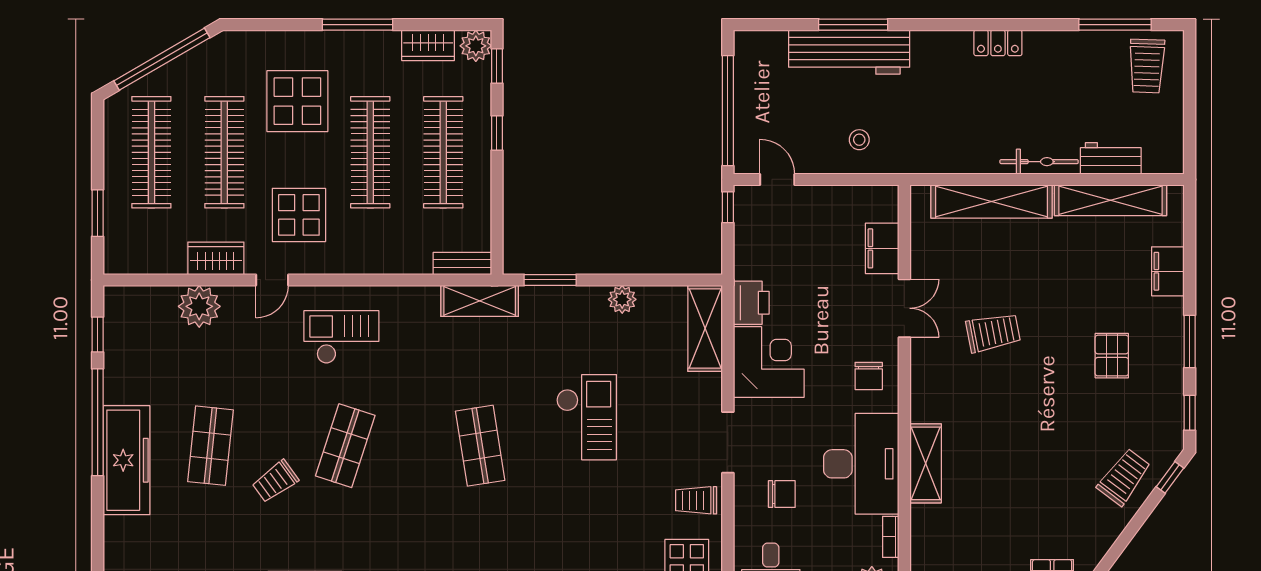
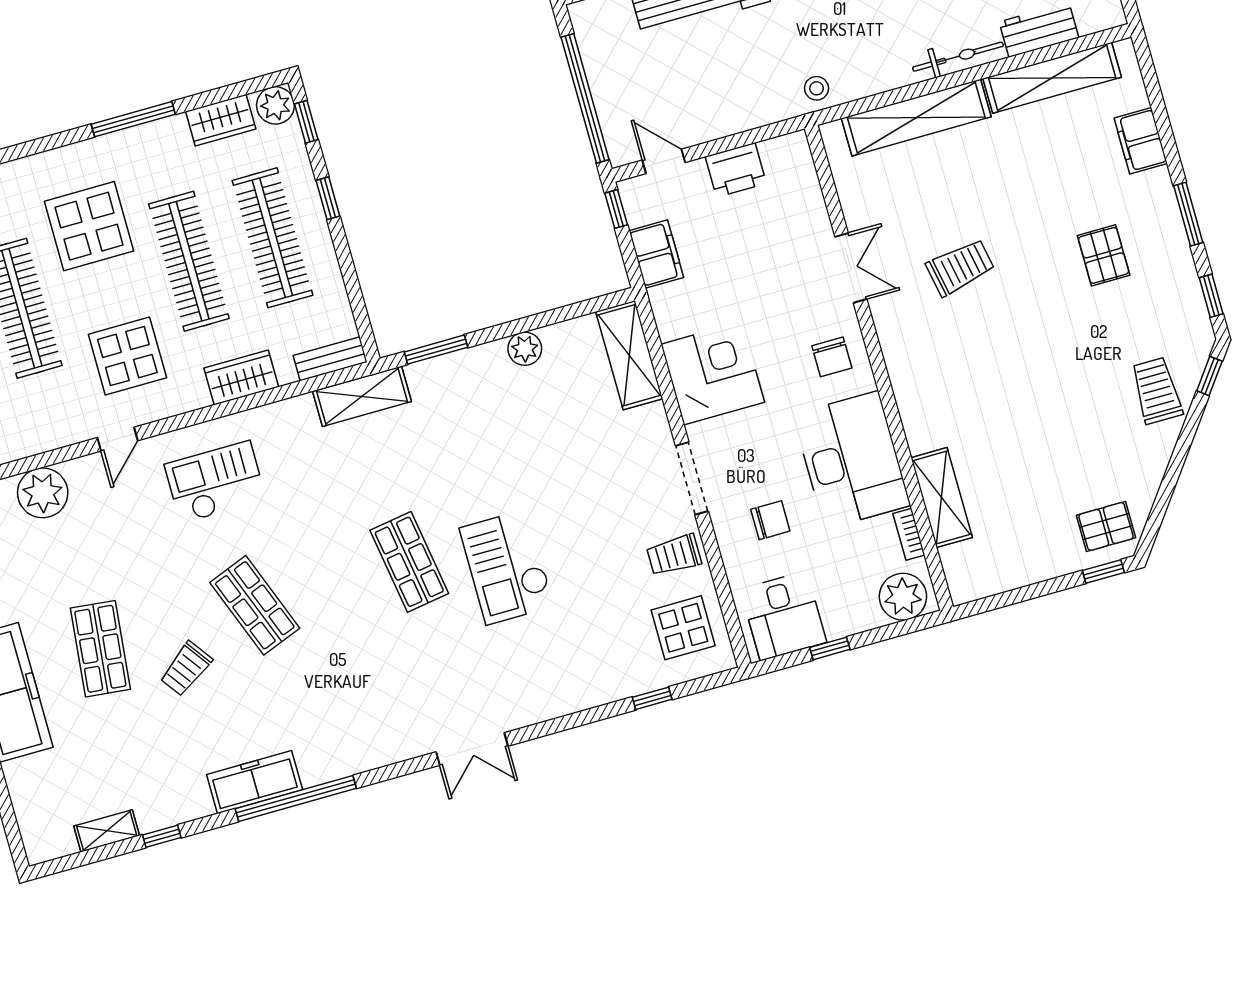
stool: (859, 140) -> (817, 88), moved
filing cabinet: (882, 248) -> (656, 254), moved, turned 180
wardrobe: (216, 258) -> (241, 377), moved
printer: (751, 303) -> (736, 170), moved, turned 90
checkout: (587, 417) -> (507, 567), moved, turned 180
shop shelf: (345, 446) -> (255, 605), turned -39
shelving: (926, 463) -> (942, 498), moved
trolley: (1124, 477) -> (1157, 391), turned -37

